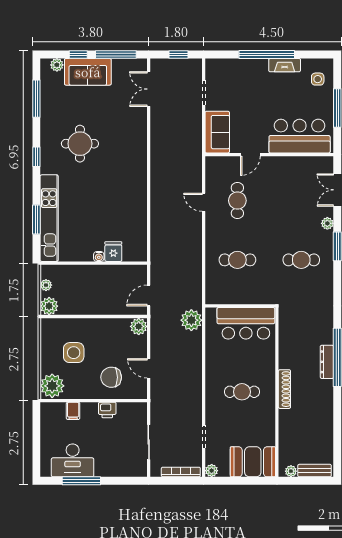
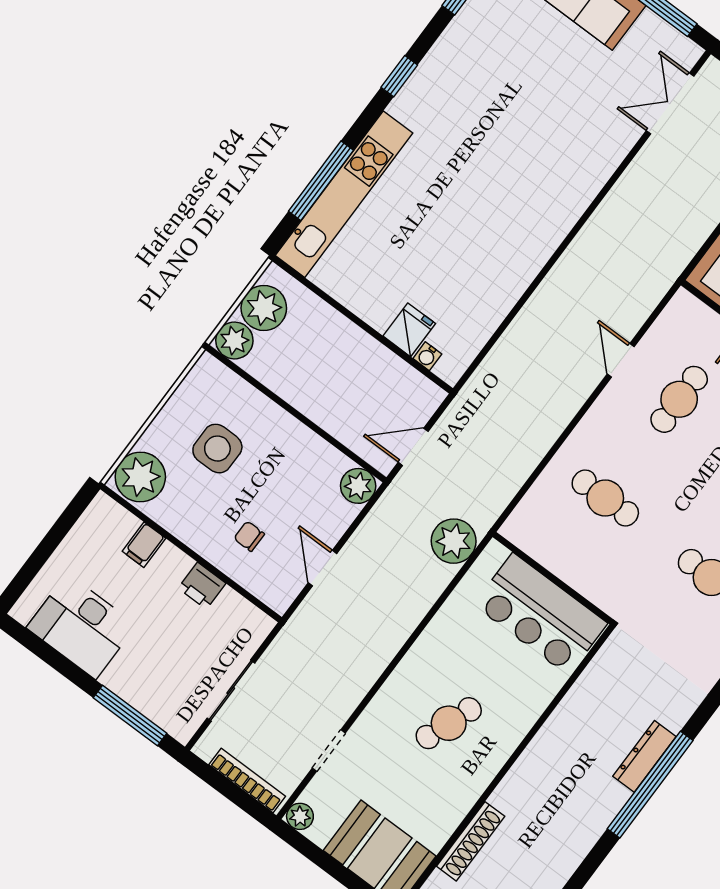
round table: (80, 144) -> (488, 109), removed
window: (36, 220) -> (321, 181), width x1.44
water cooler: (99, 257) -> (427, 356), moved
plant: (46, 285) -> (264, 308), width x1.88, depth x1.88
dresser: (327, 362) -> (644, 756), moved
chair: (111, 377) -> (249, 536), width x0.54, depth x0.54
shoe rack: (284, 389) -> (471, 841), moved
cafe table: (242, 392) -> (449, 723), turned -70
window: (81, 481) -> (130, 716), moved

